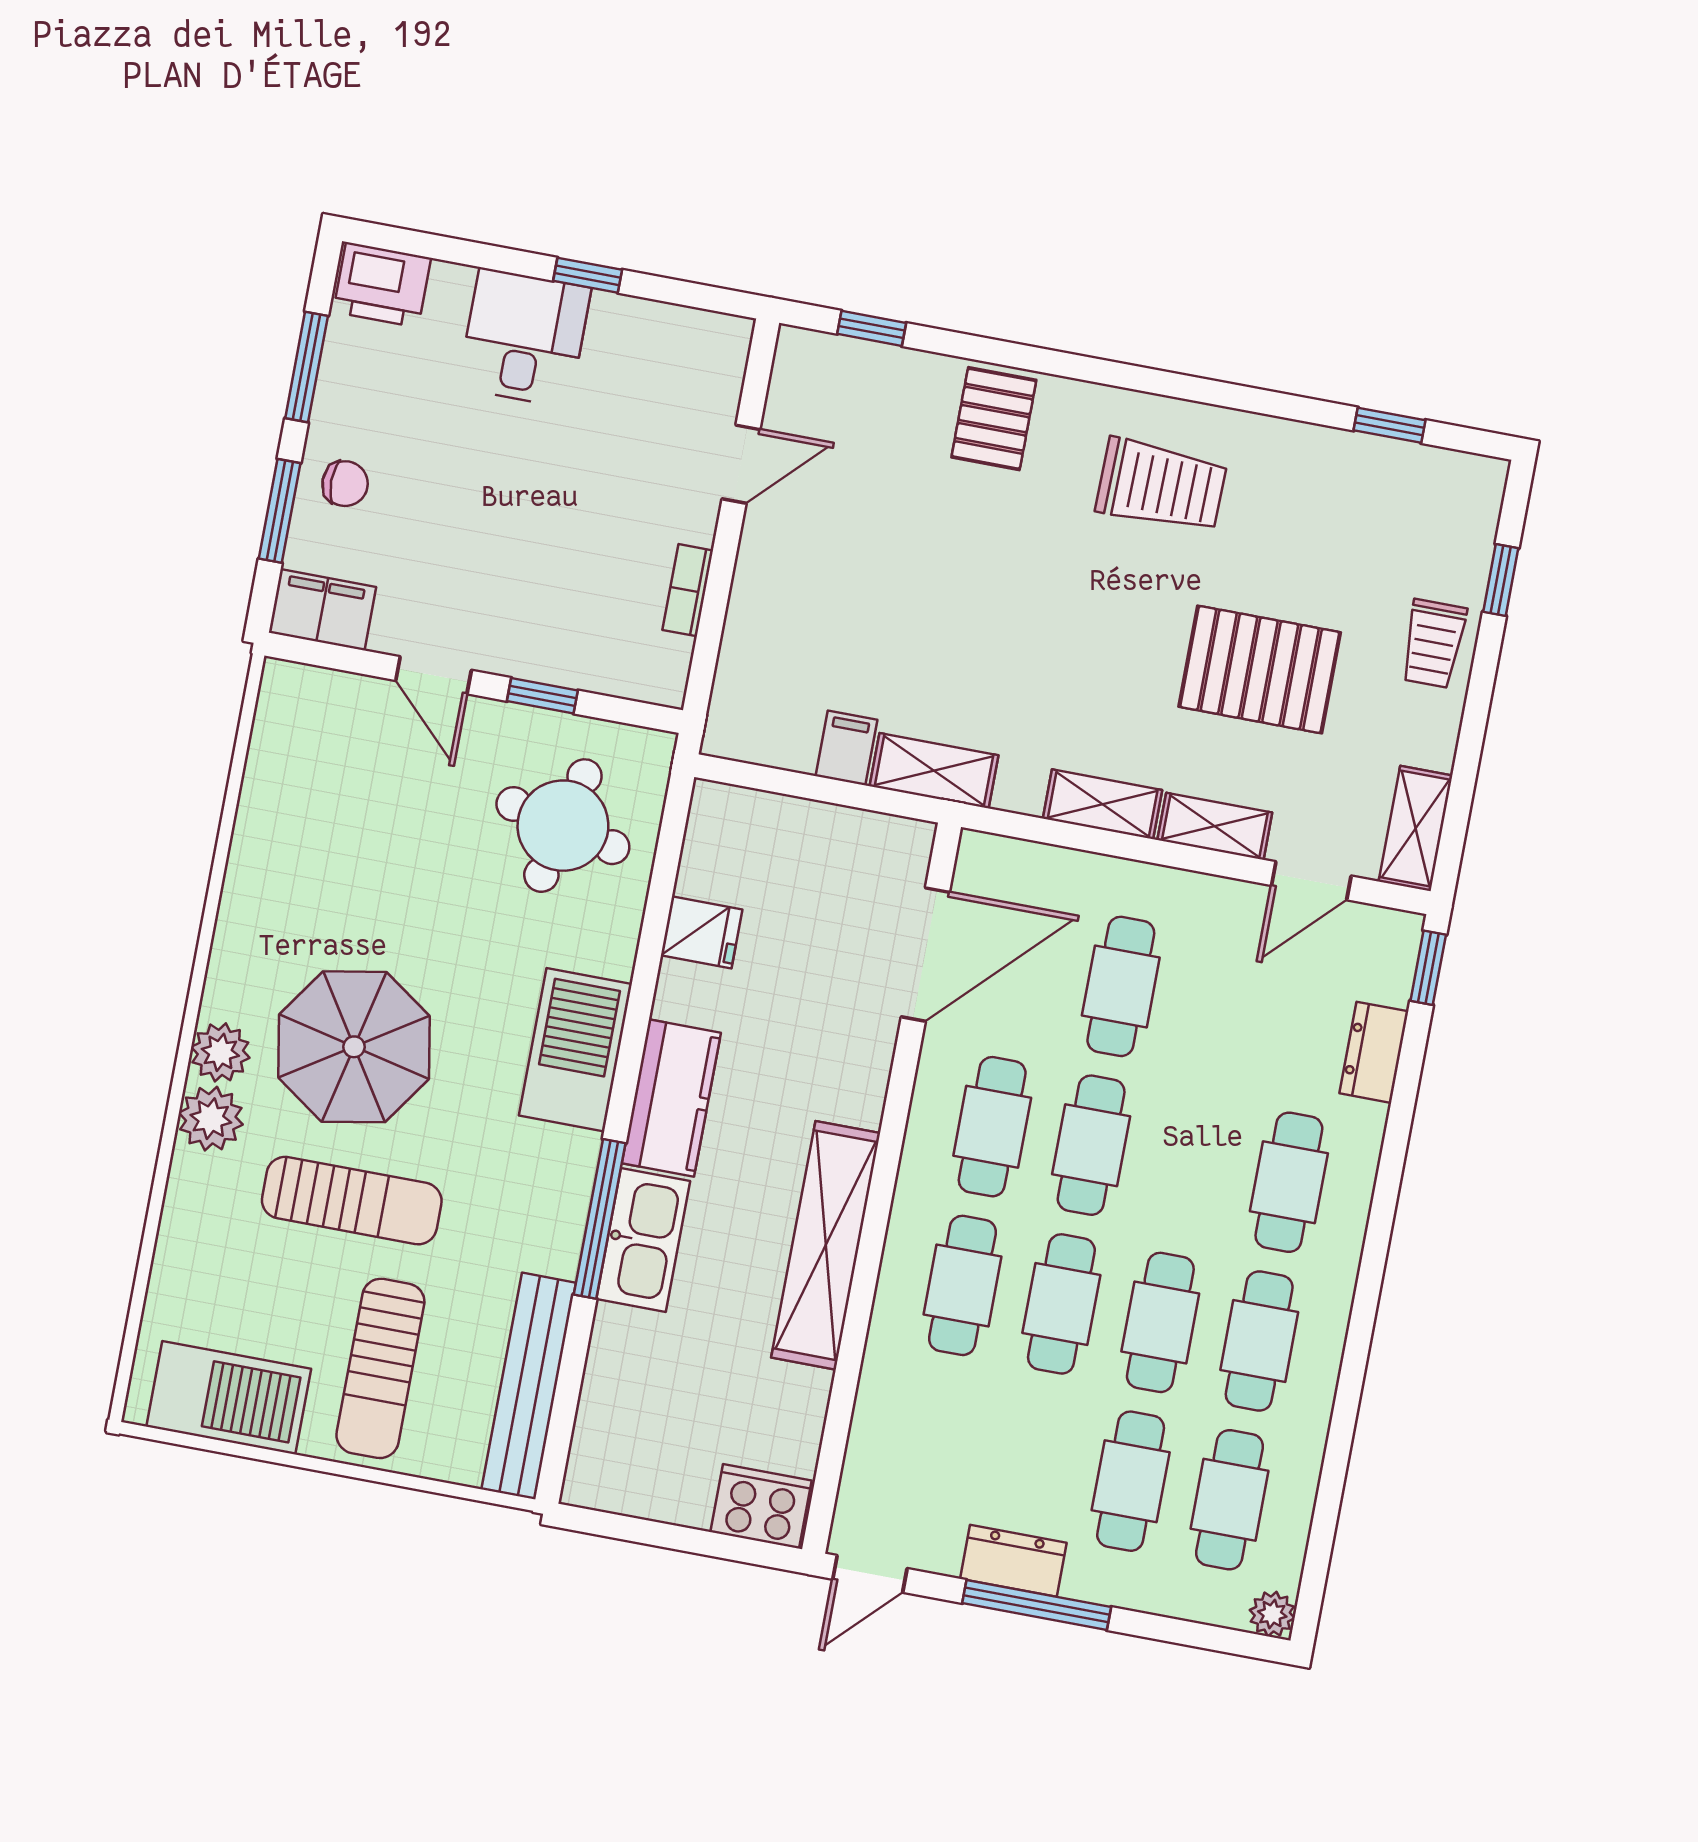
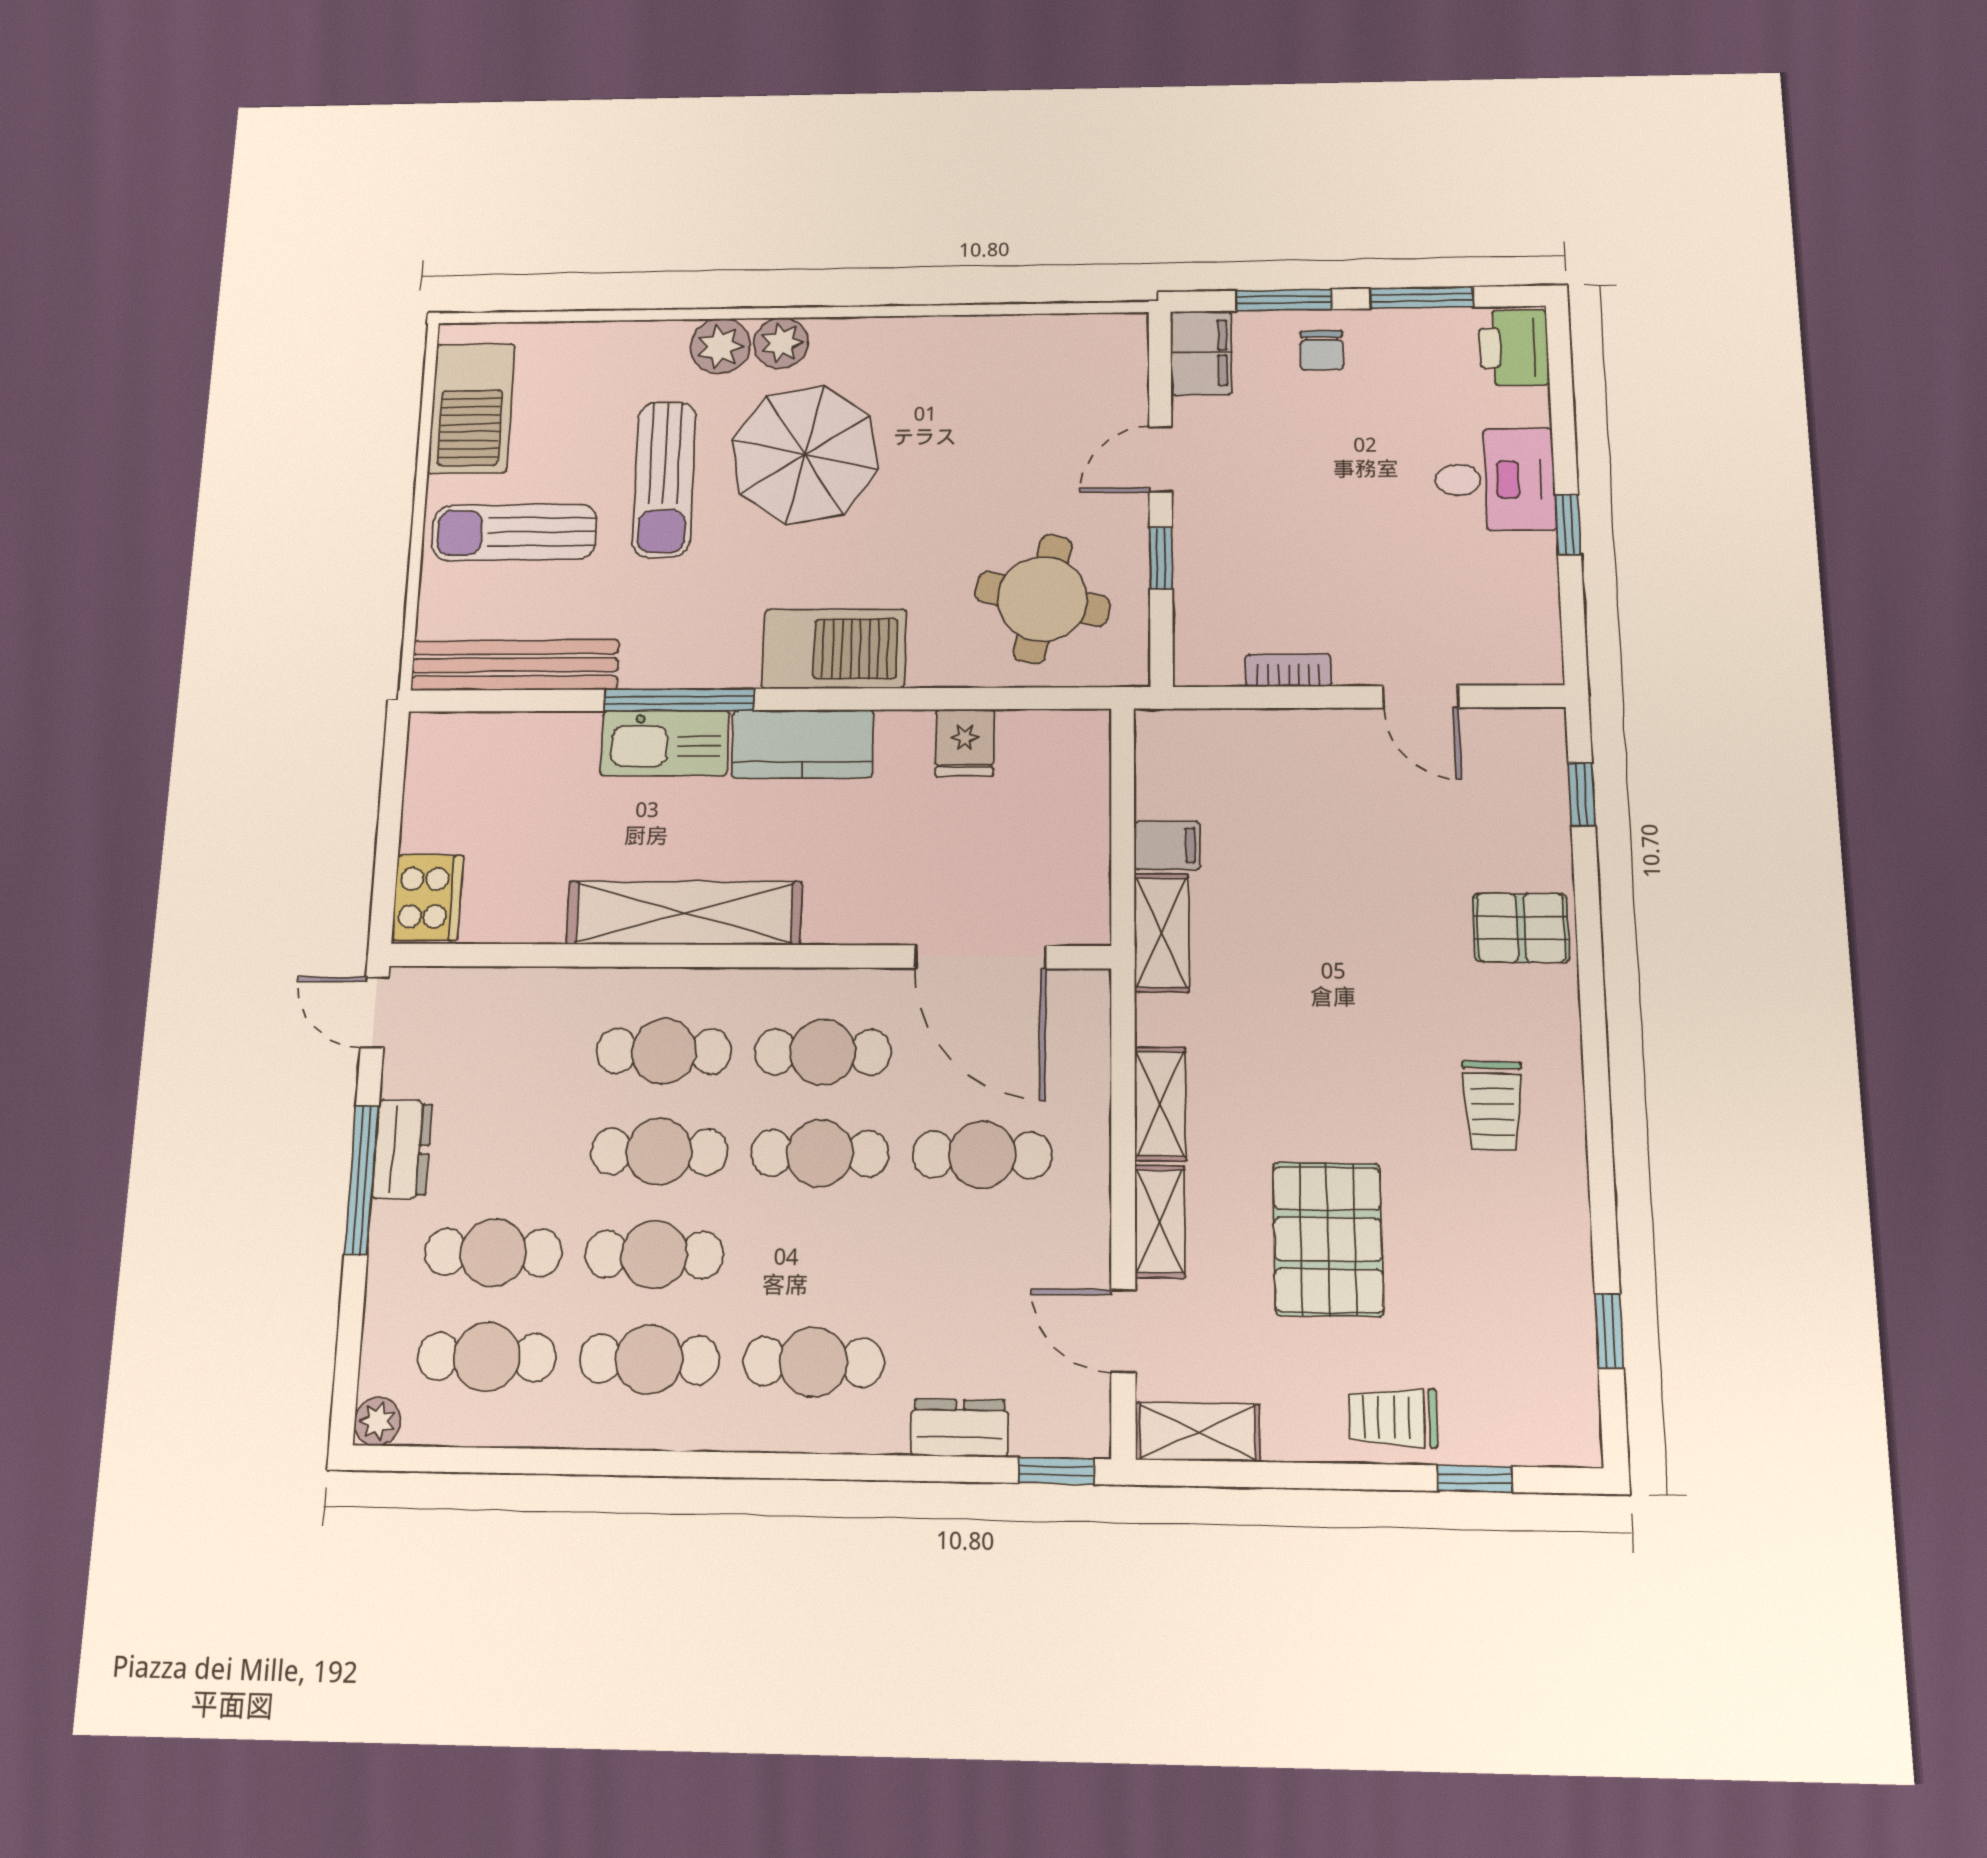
trolley: (1161, 486) -> (1493, 1105), width x0.73, depth x0.72

